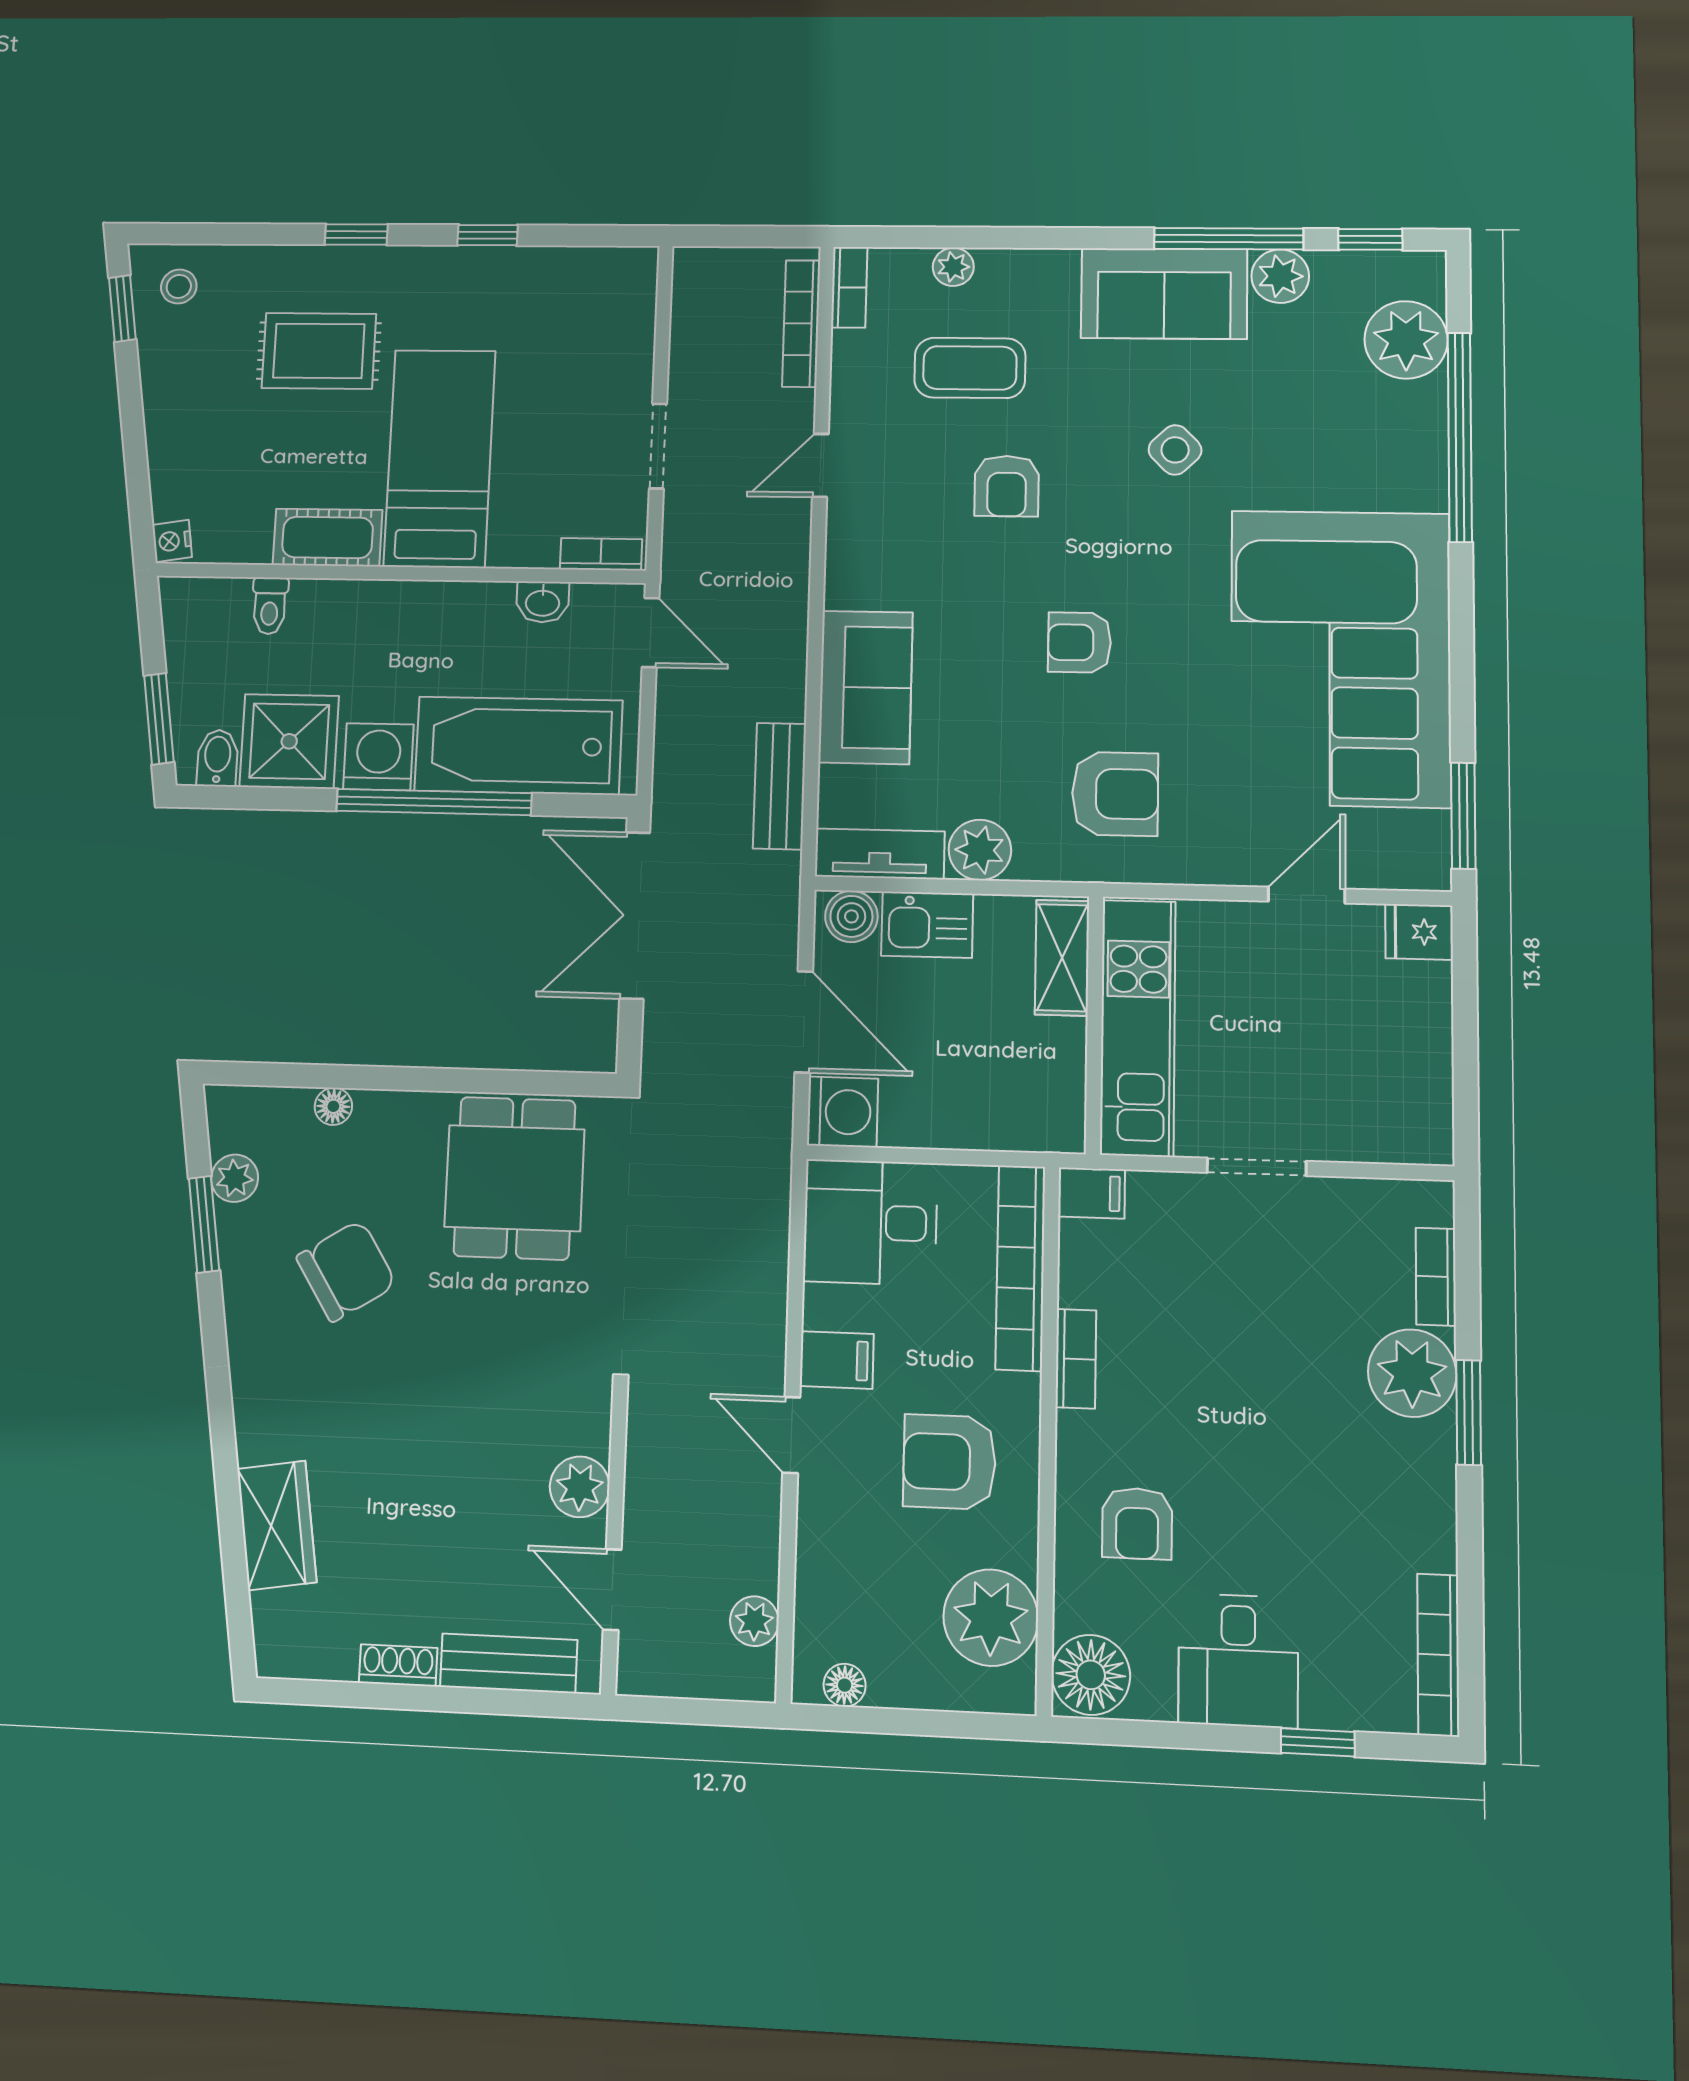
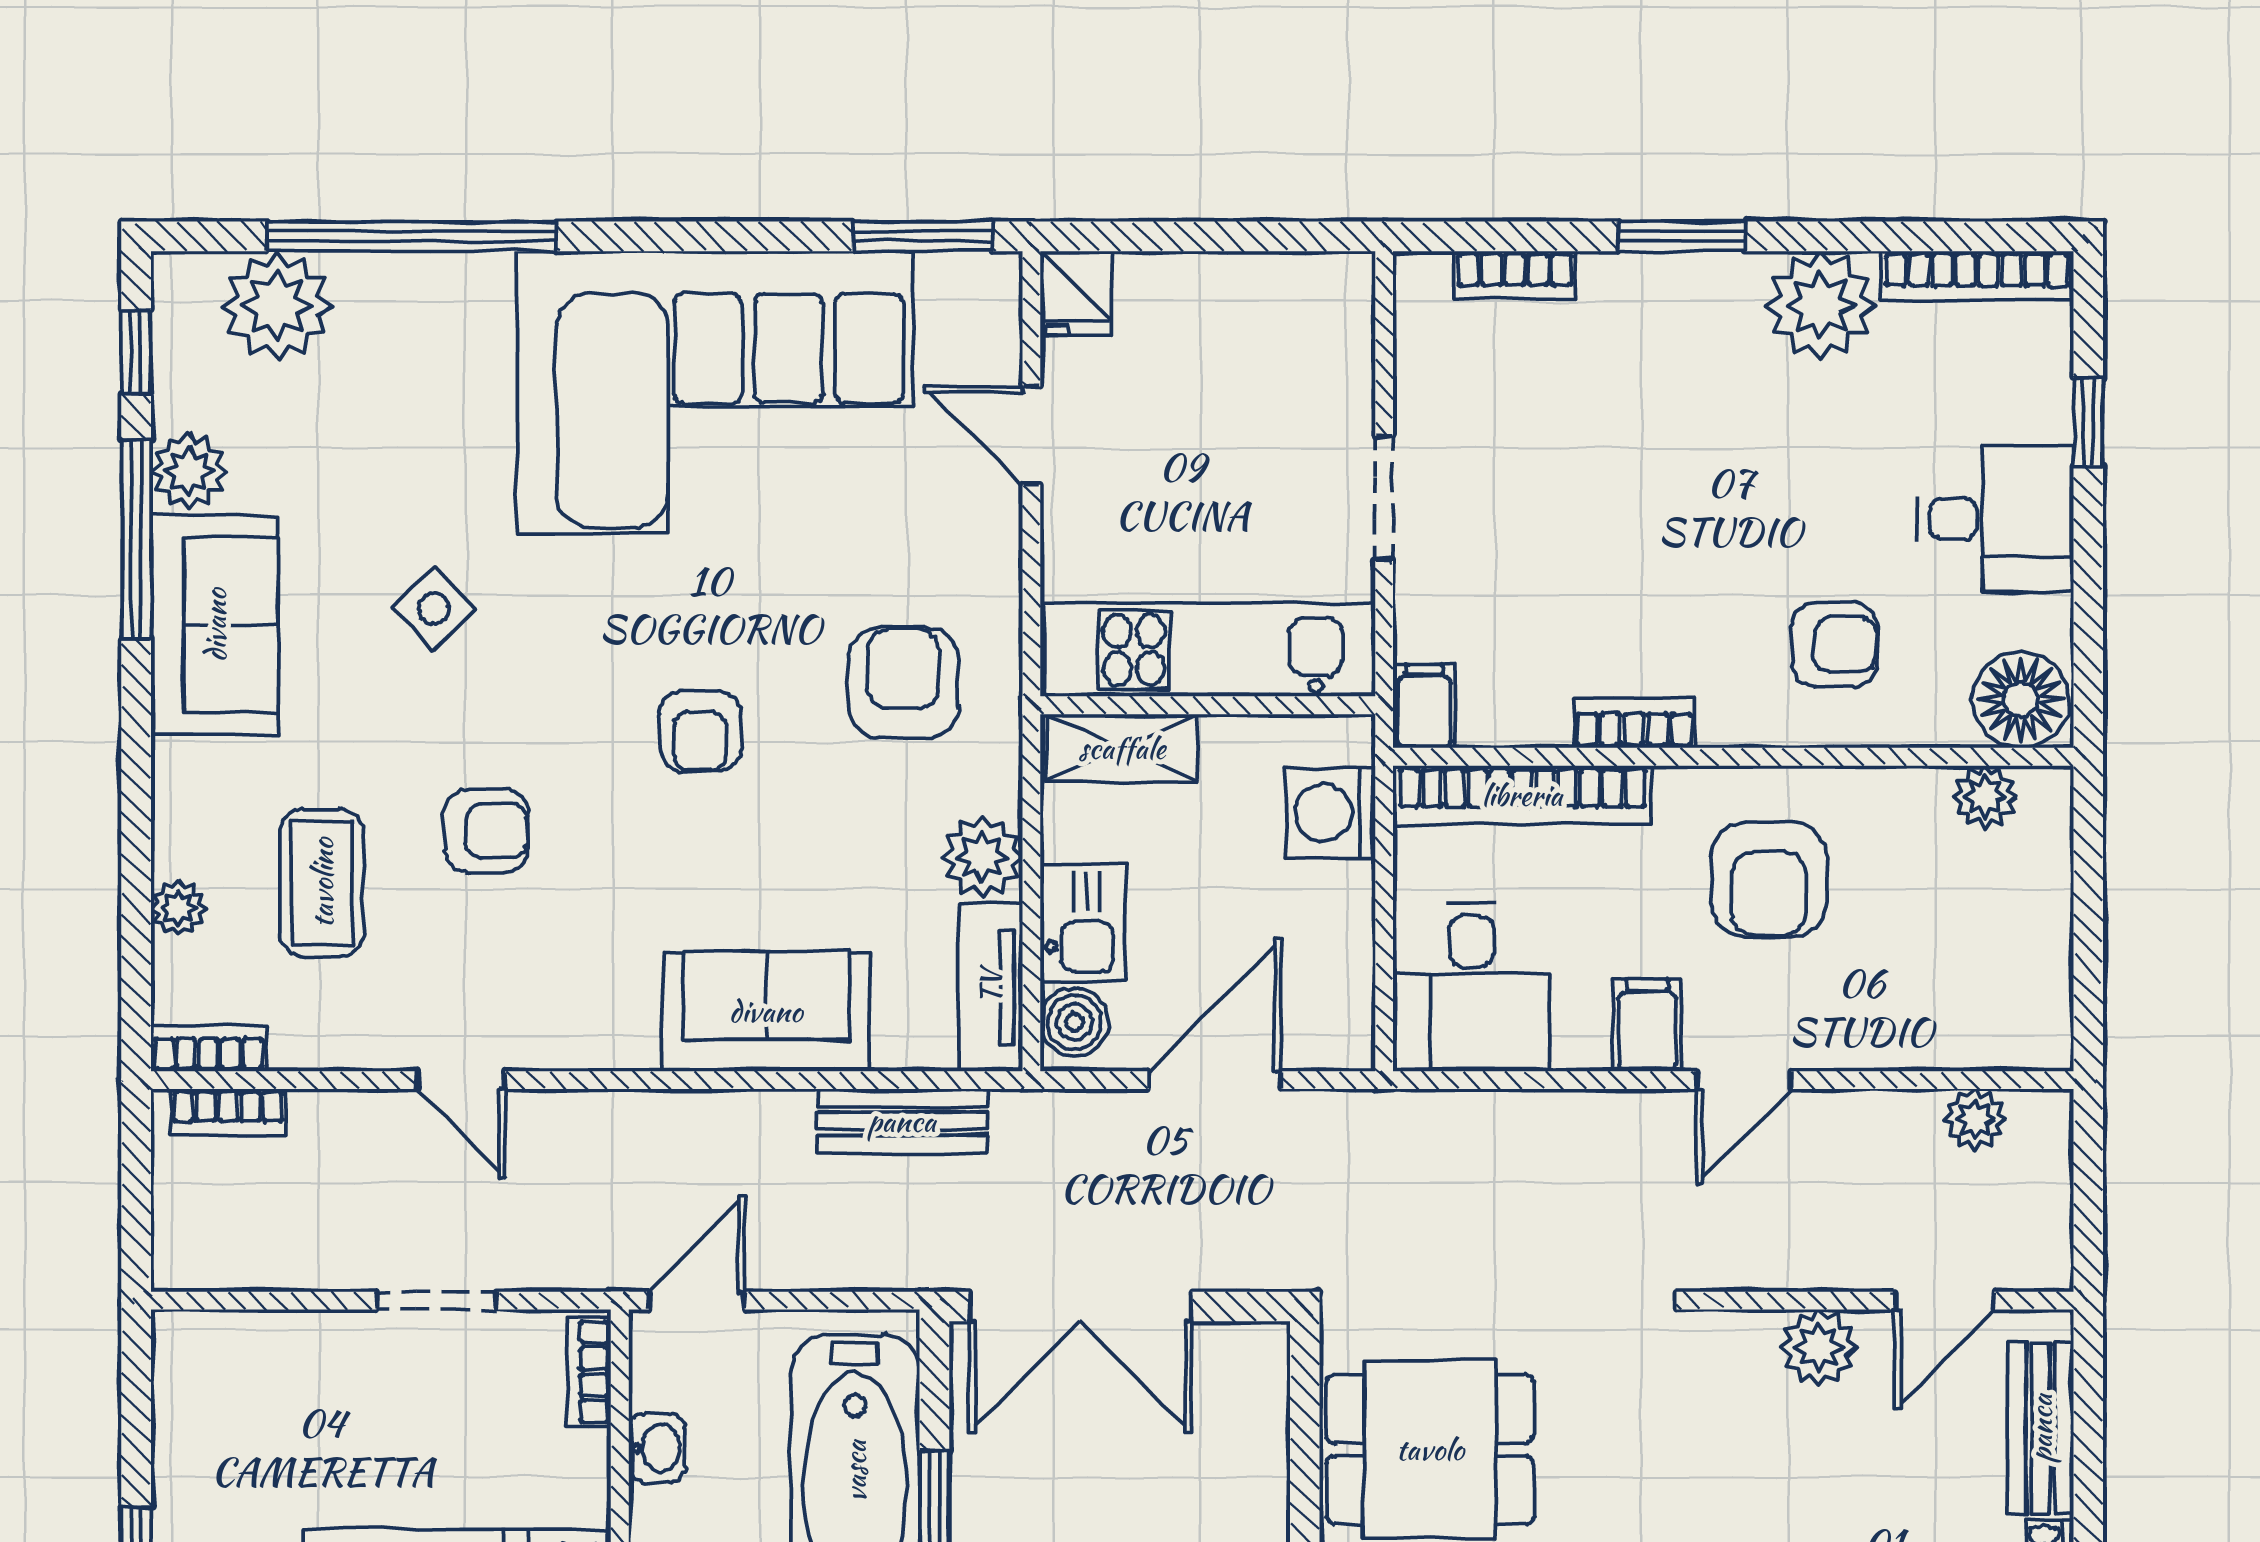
bookcase: (801, 323) -> (228, 1112), width x0.64
washing machine: (842, 1112) -> (1331, 813), moved, turned -90
plant: (1412, 1373) -> (1820, 305), moved
plant: (991, 1618) -> (1985, 797), width x0.53, depth x0.53
floor lamp: (845, 1685) -> (2048, 1004), removed

